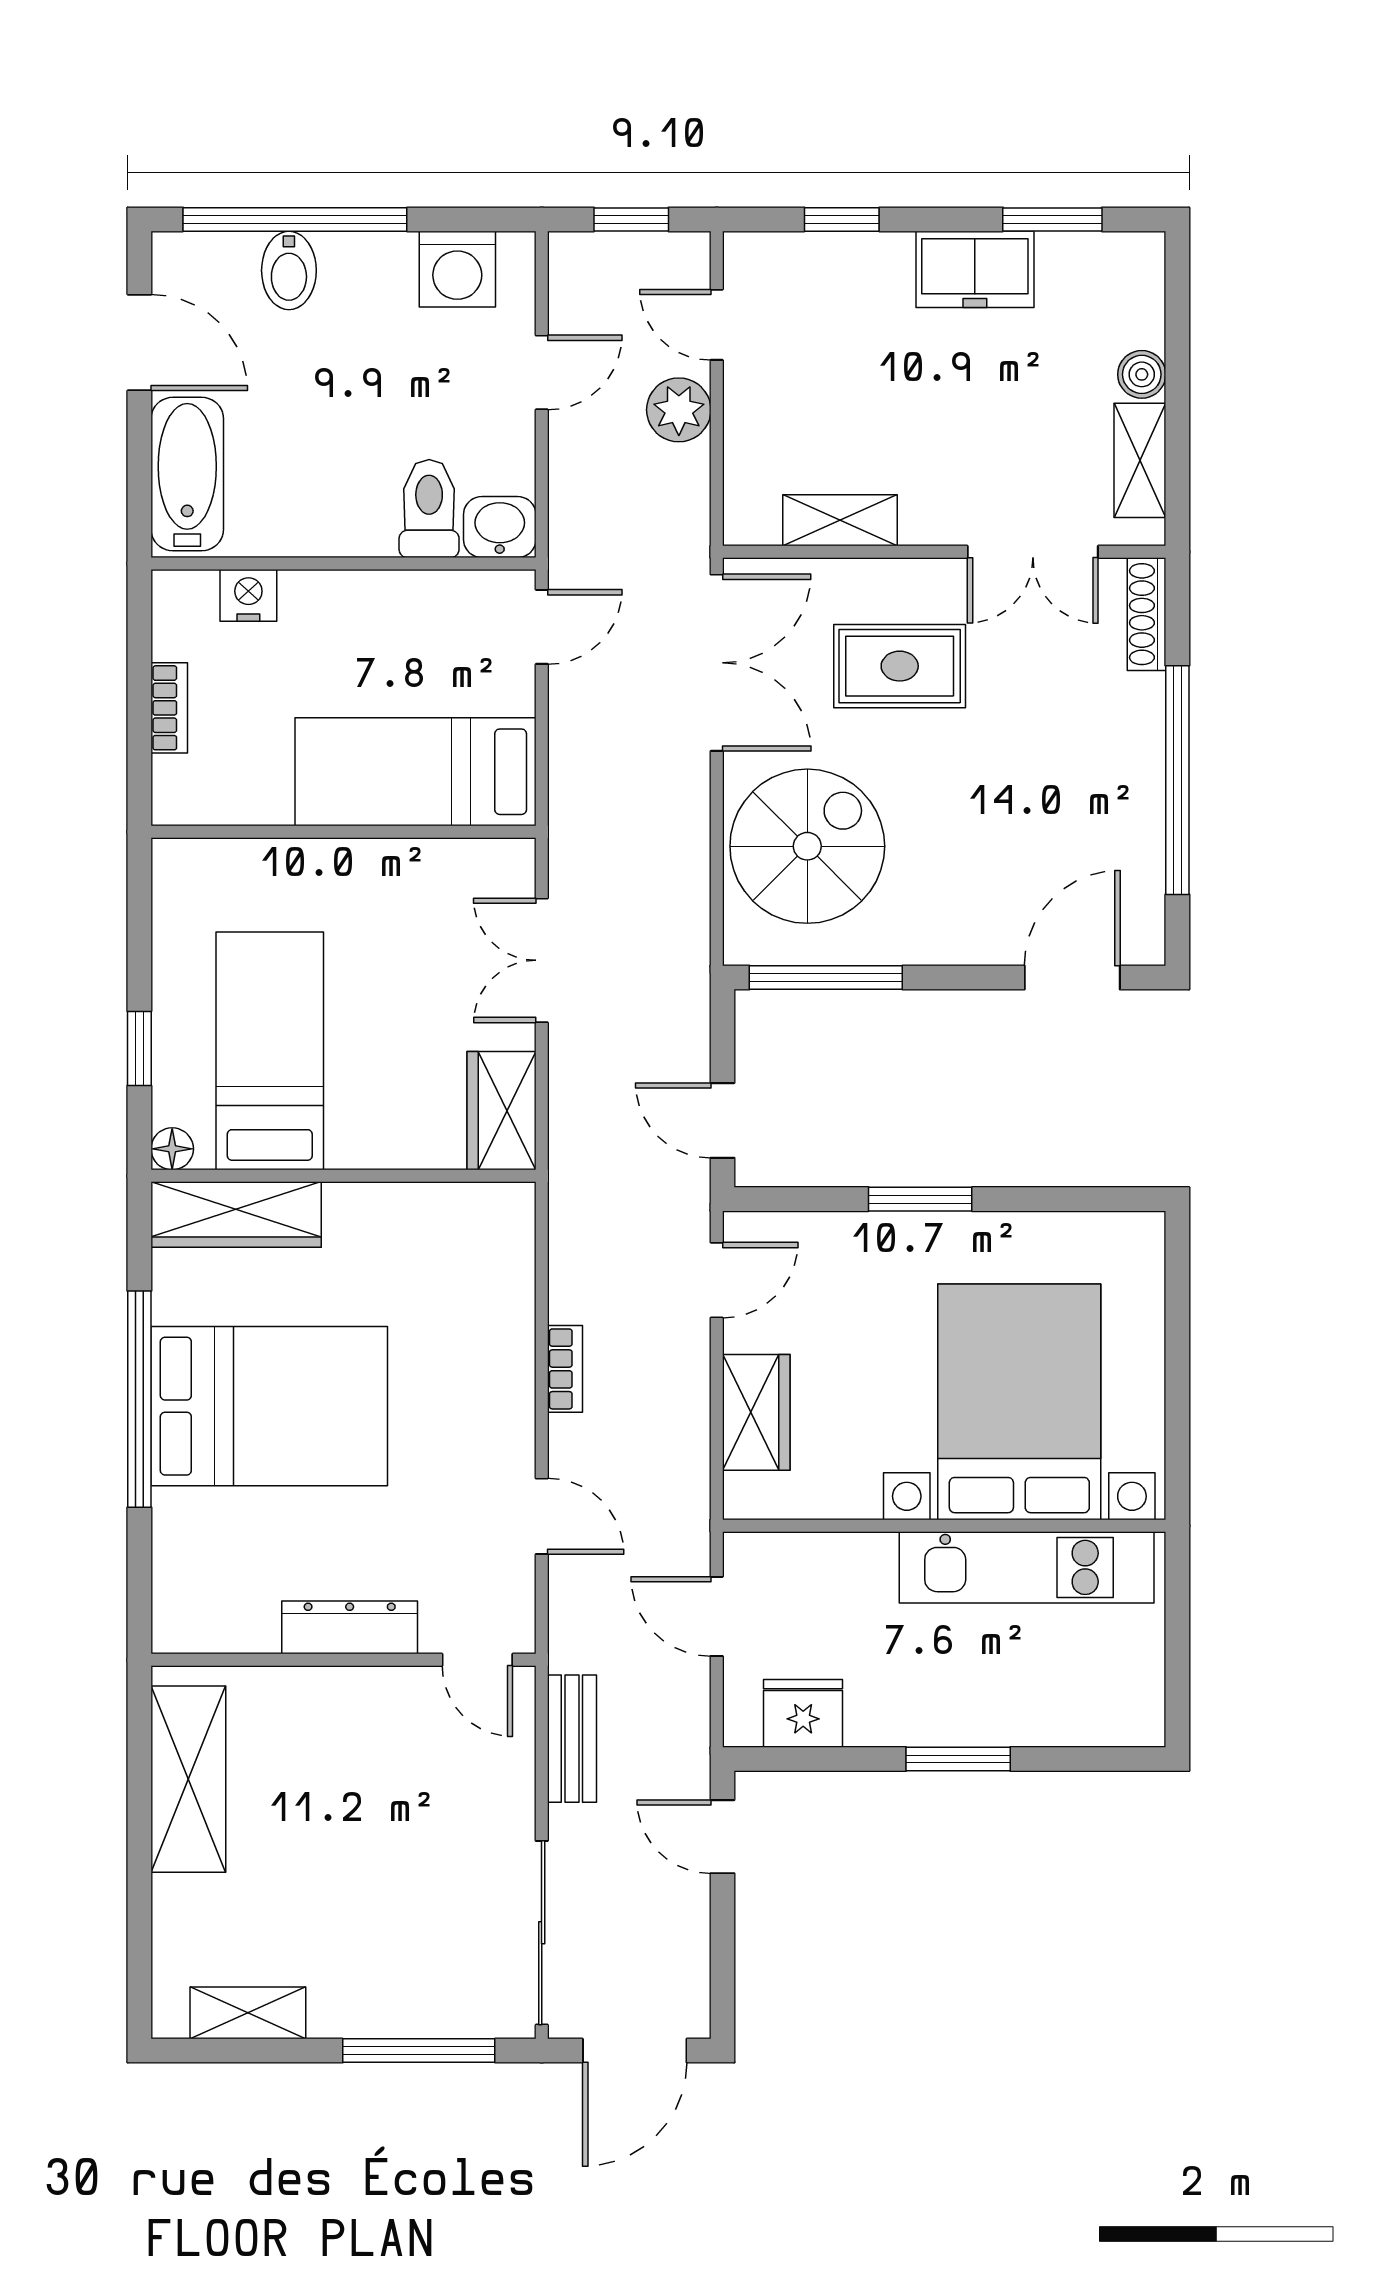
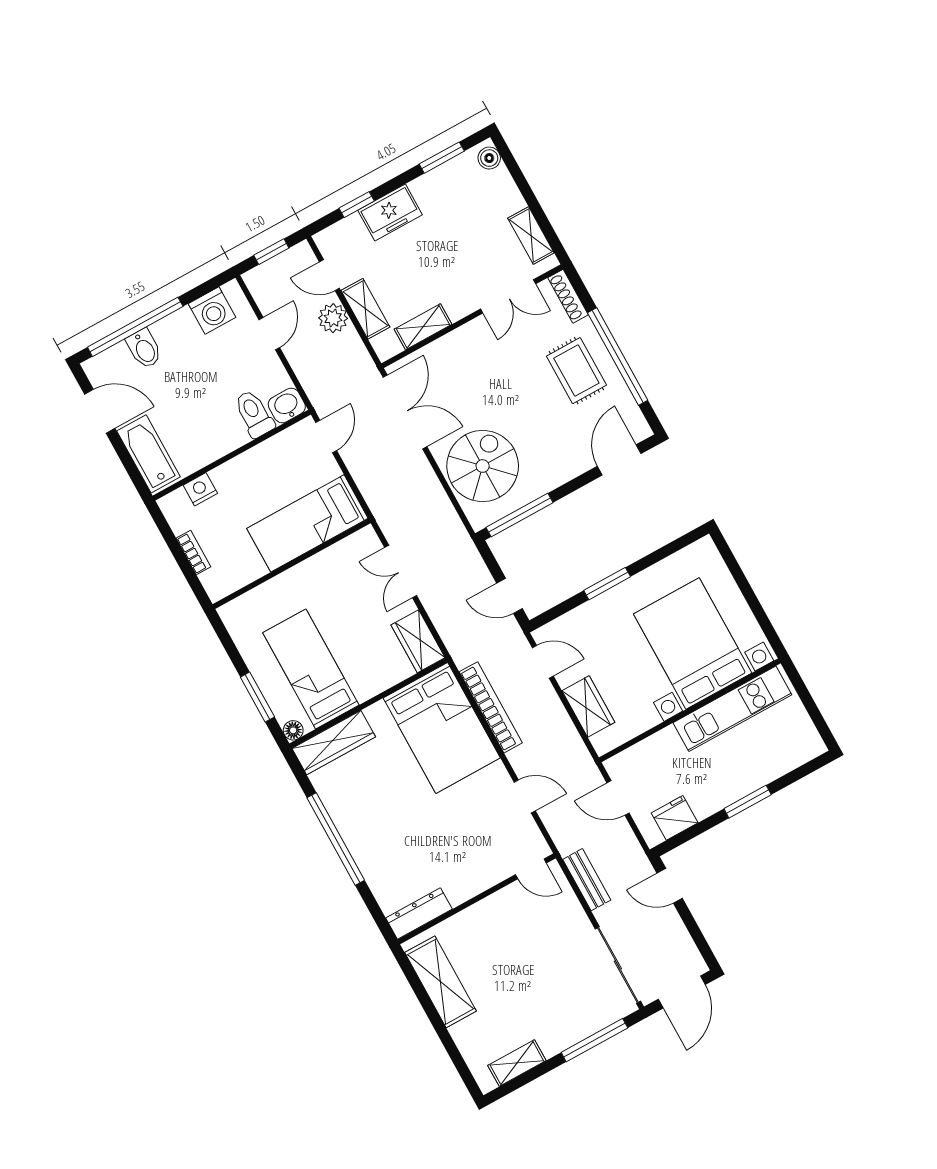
freezer: (975, 269) -> (390, 212), moved
boiler: (1142, 374) -> (489, 158), moved
shelving: (750, 426) -> (365, 309), added
rug: (900, 666) -> (576, 371), moved, turned 90
window: (139, 1048) -> (257, 697), width x1.50
door: (717, 1280) -> (543, 662), hinge flipped
bookcase: (565, 1369) -> (491, 707), width x2.31, depth x1.31
bed: (269, 1406) -> (442, 728), moved, turned 90
dresser: (350, 1627) -> (419, 914), moved

